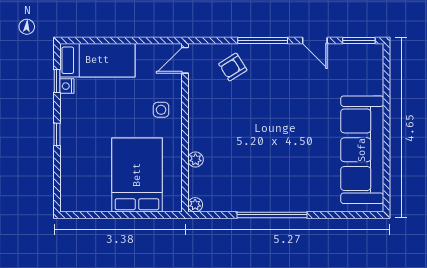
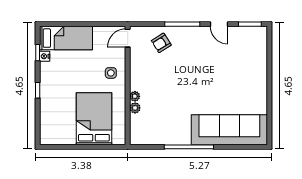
sofa: (362, 150) -> (229, 130), moved, turned 90
plant: (195, 205) -> (135, 96), moved

